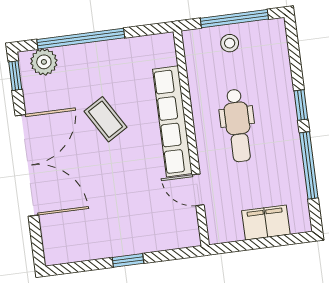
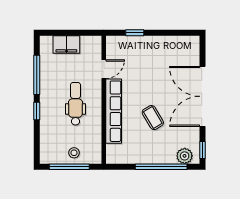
door: (198, 190) -> (104, 69), hinge flipped
window: (128, 260) -> (135, 33), moved

